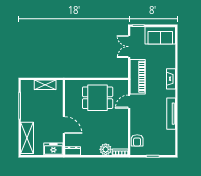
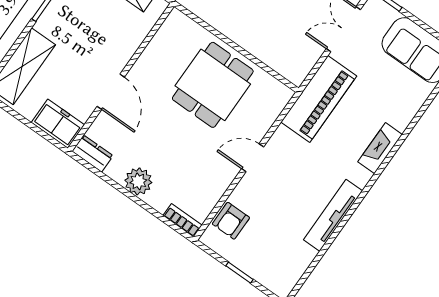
dining table: (98, 98) -> (213, 85), turned 90
door: (129, 102) -> (253, 158), moved
plant: (106, 149) -> (138, 181), moved

